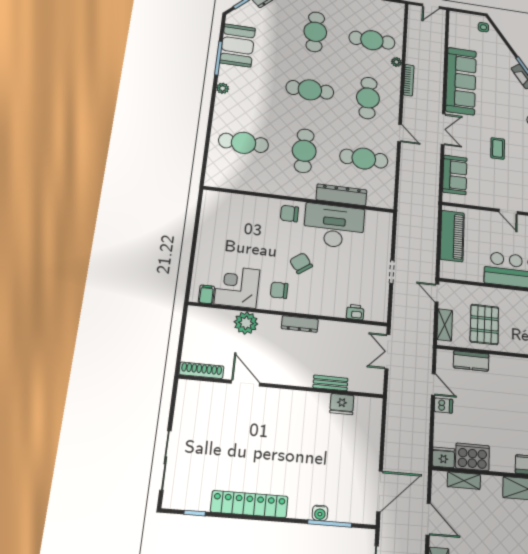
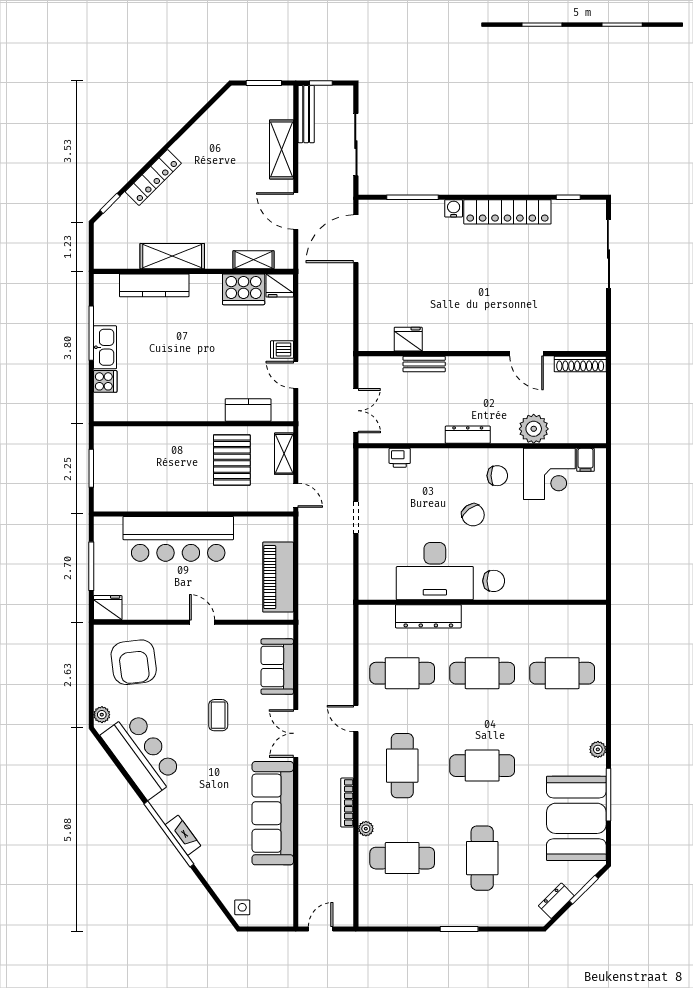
booth: (238, 45) -> (576, 818), width x1.36, depth x1.42
cafe table: (304, 151) -> (482, 673), turned 90
water cooler: (320, 513) -> (454, 208), moved

